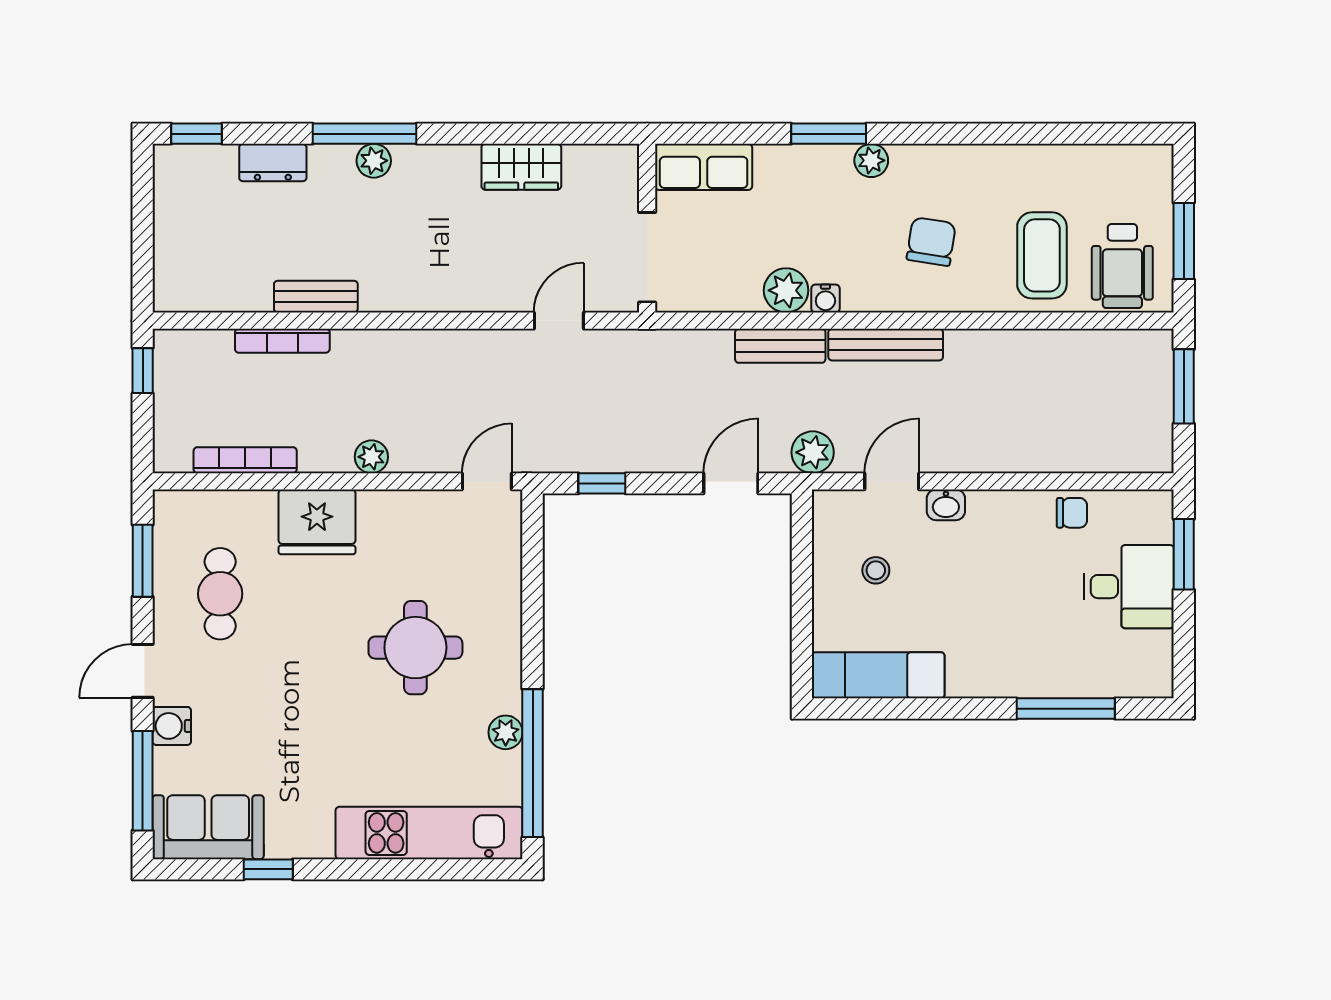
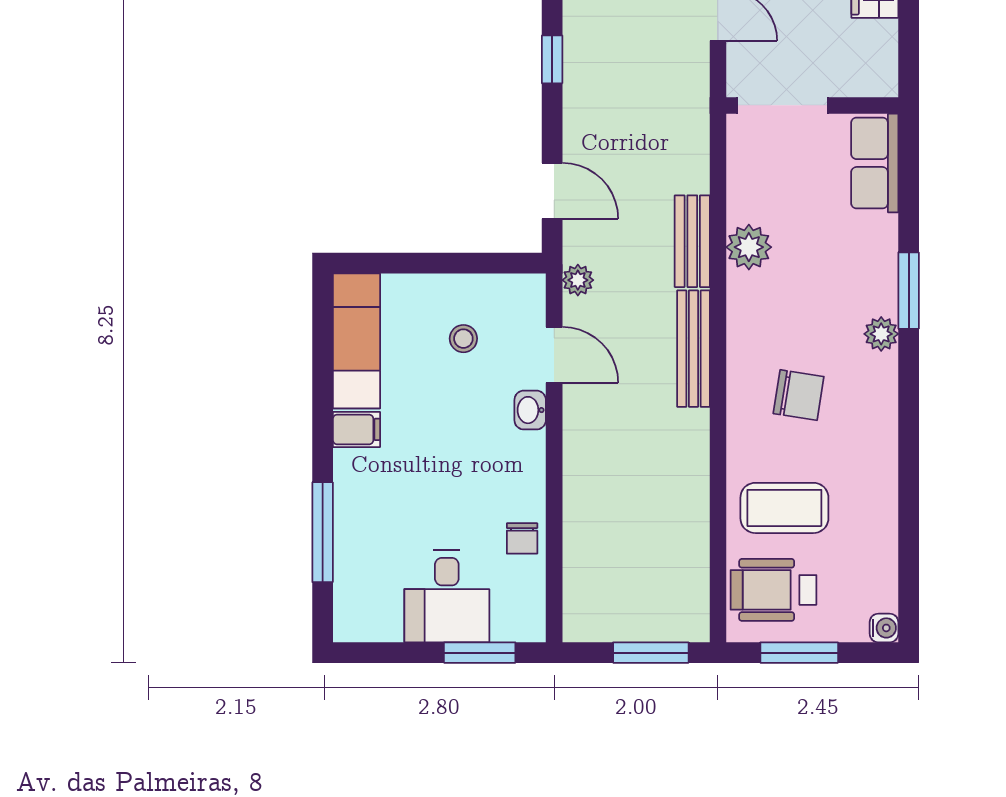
water cooler: (825, 298) -> (884, 628), moved, turned 180
plant: (813, 452) -> (578, 280), width x0.73, depth x0.73
filing cabinet: (965, 675) -> (356, 429), added

